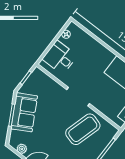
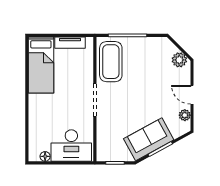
desk: (60, 57) -> (71, 146), width x1.37
coffee table: (83, 129) -> (111, 62), moved, turned 74

